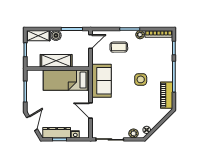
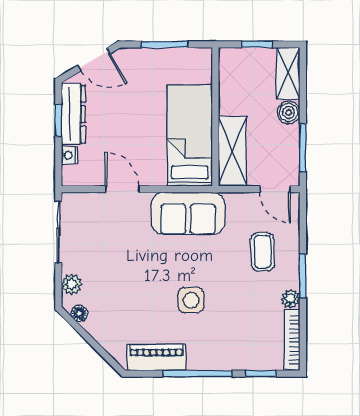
shelving: (56, 61) -> (232, 151), moved
door: (91, 111) -> (122, 189), hinge flipped

